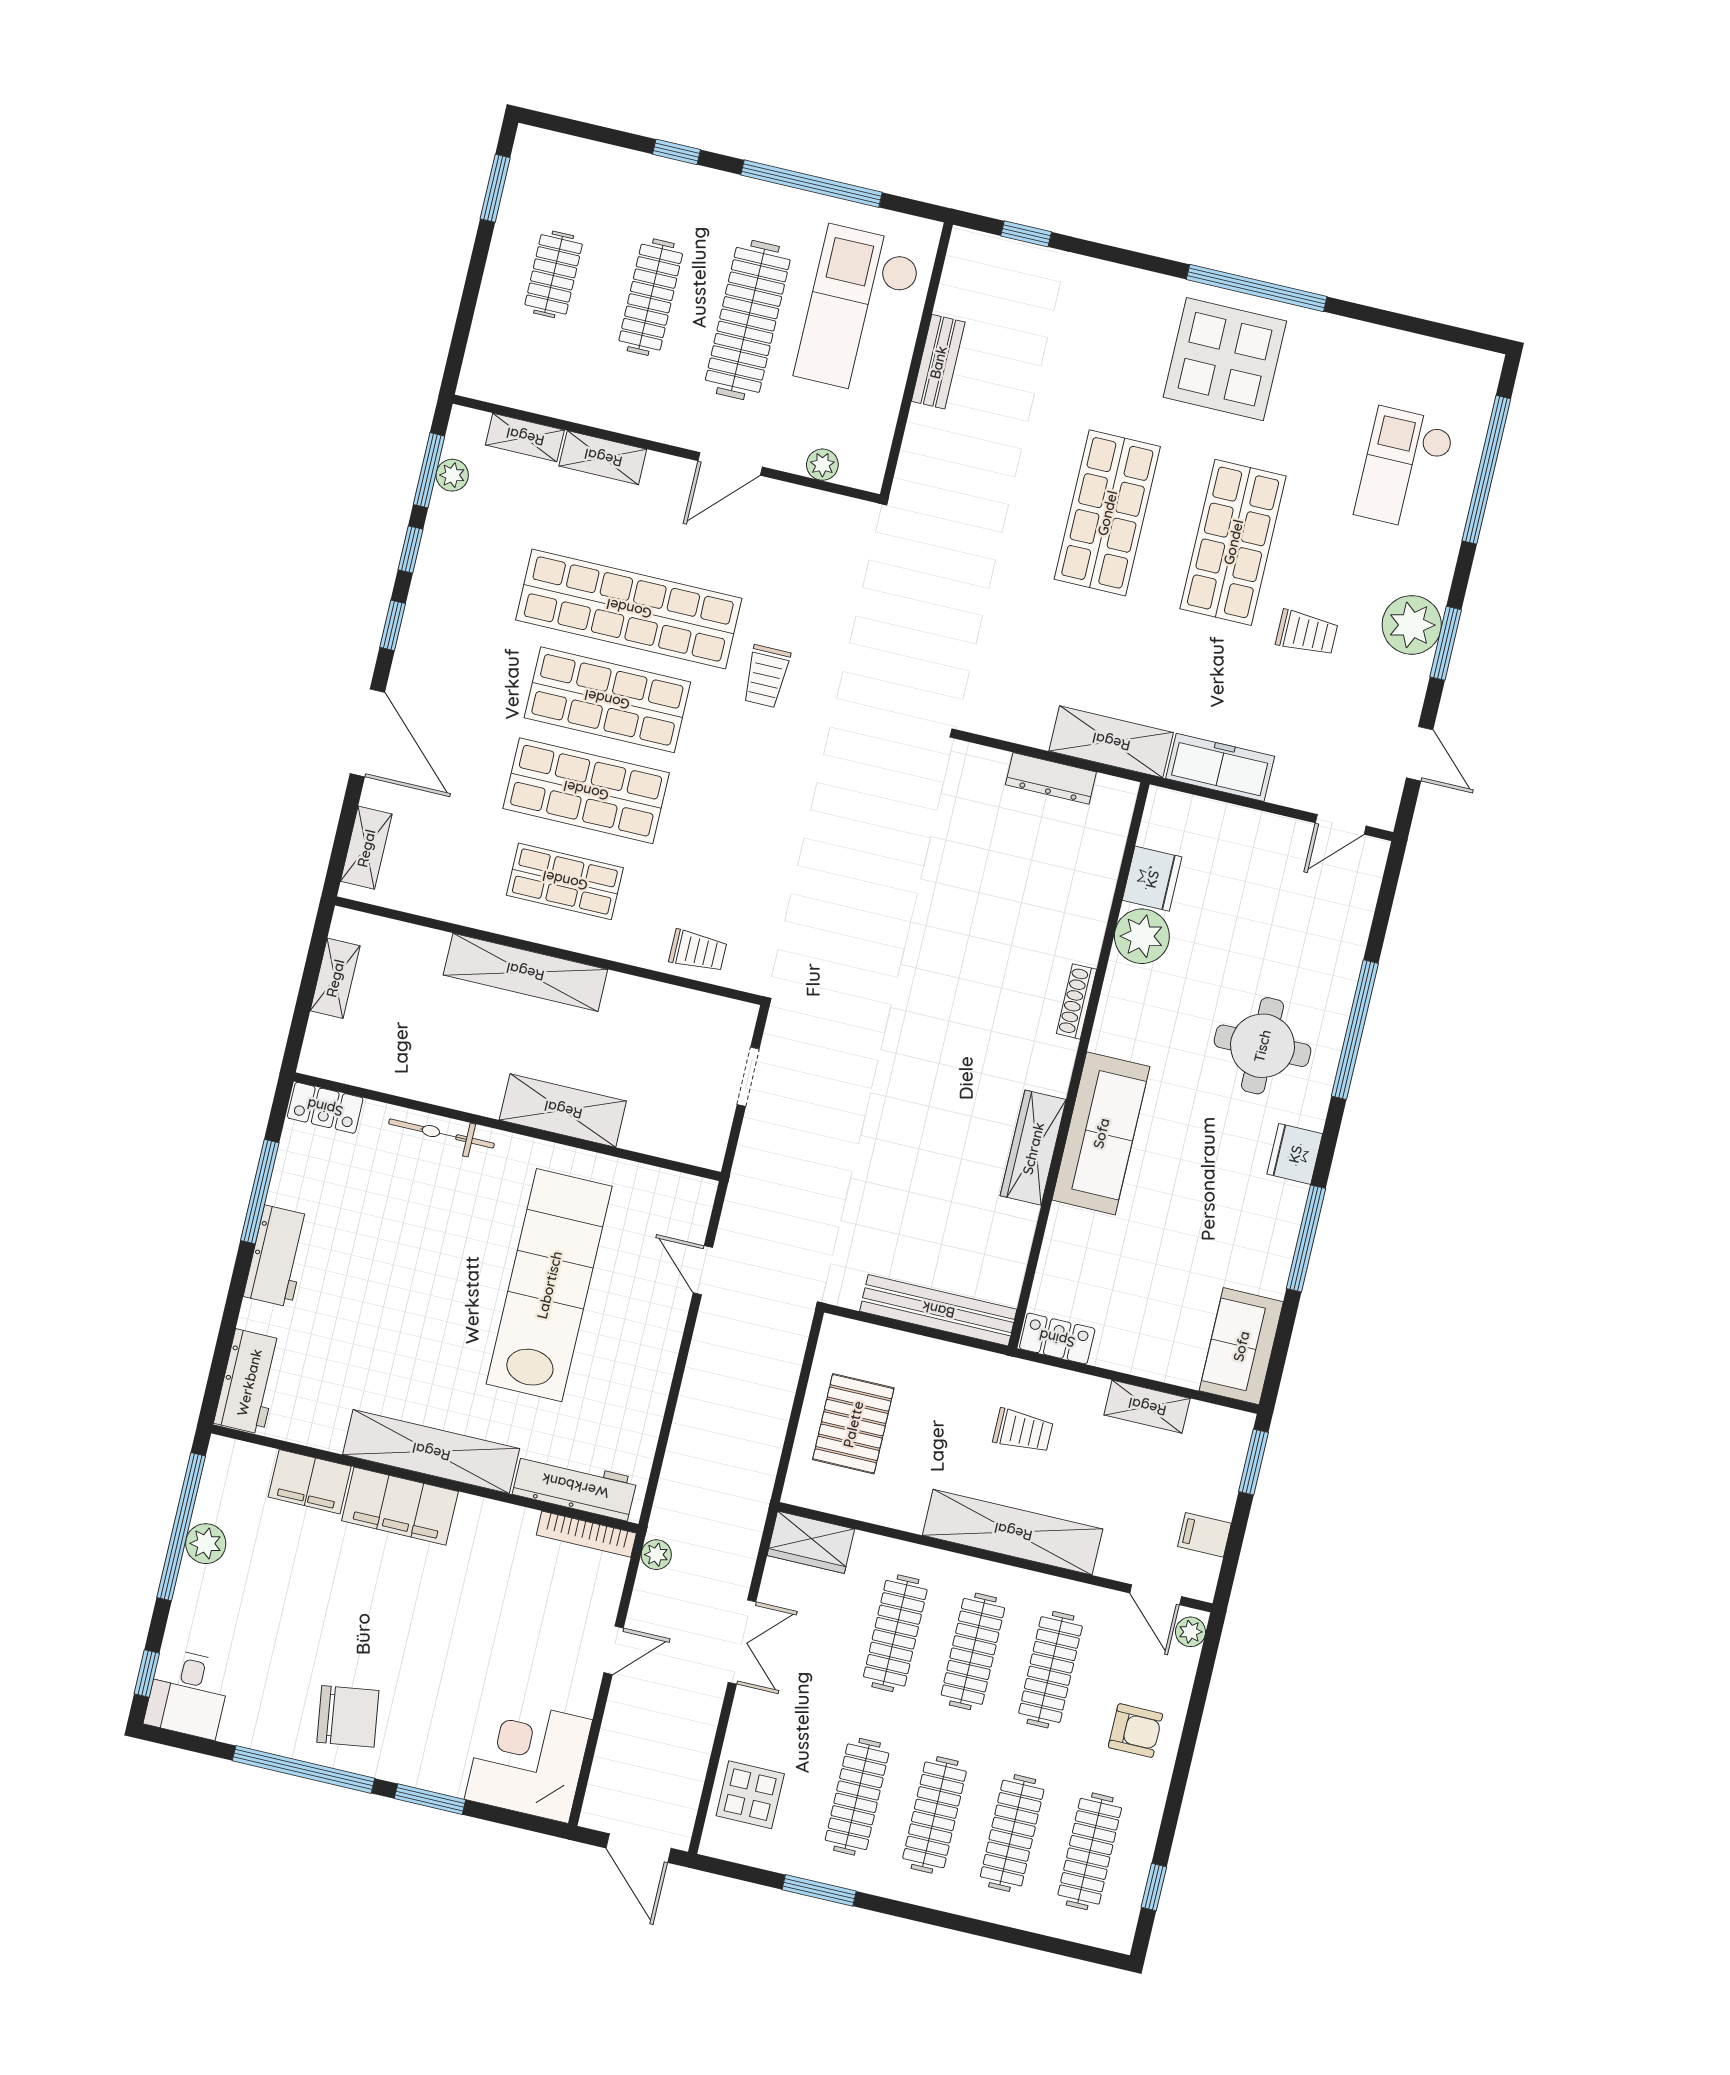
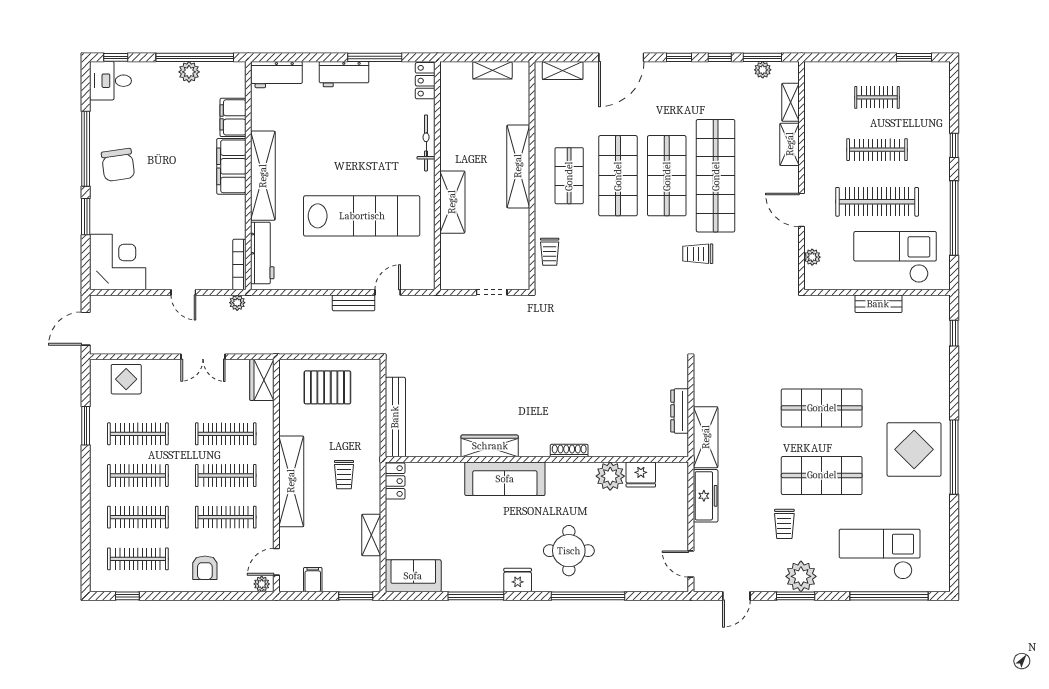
checkout: (1405, 469) -> (880, 554), width x1.36, depth x1.21
bench: (707, 1338) -> (354, 303), added

